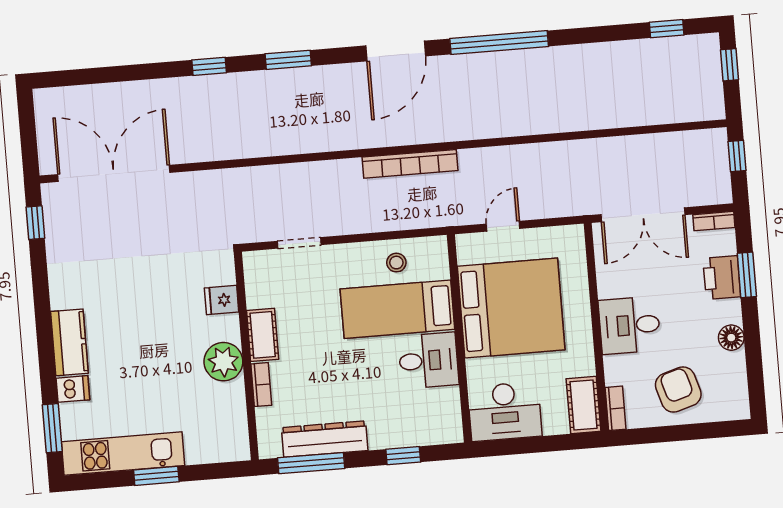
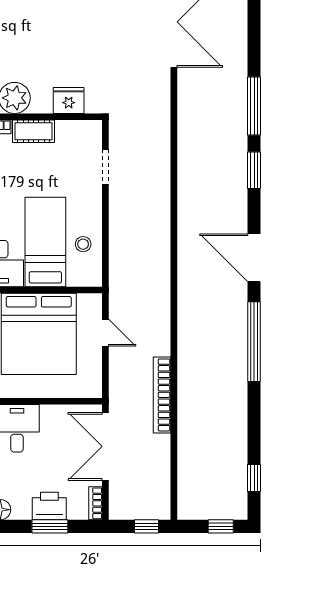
window: (209, 66) -> (254, 106), width x2.17
bookcase: (410, 164) -> (162, 395), moved
fridge: (222, 300) -> (69, 100), width x1.38

